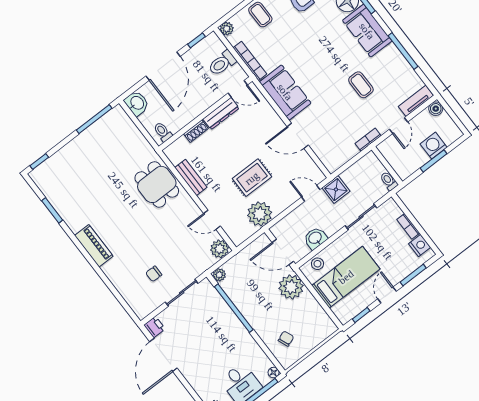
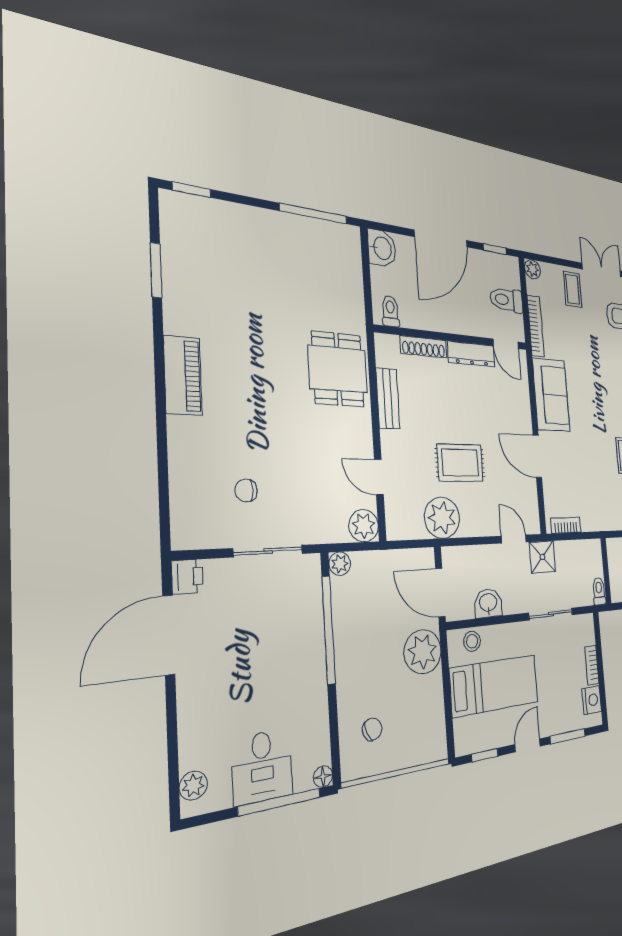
shoe rack: (196, 131) -> (424, 347), width x1.43
bookcase: (368, 140) -> (566, 525), moved

